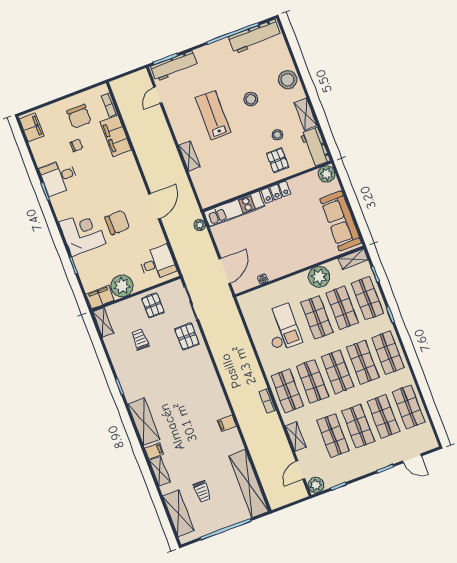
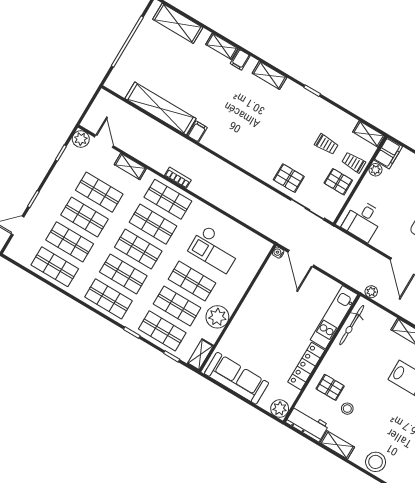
stool: (251, 99) -> (394, 421), removed
locker: (276, 192) -> (306, 366), width x1.53
bicycle: (226, 193) -> (352, 325), added
plant: (200, 225) -> (371, 292), moved
water cooler: (263, 279) -> (278, 253), moved
plant: (122, 286) -> (375, 170), width x0.53, depth x0.53
shelving: (144, 422) -> (269, 75), width x0.67, depth x0.75
shelving: (249, 484) -> (161, 108), moved
trolley: (202, 491) -> (354, 162), moved

